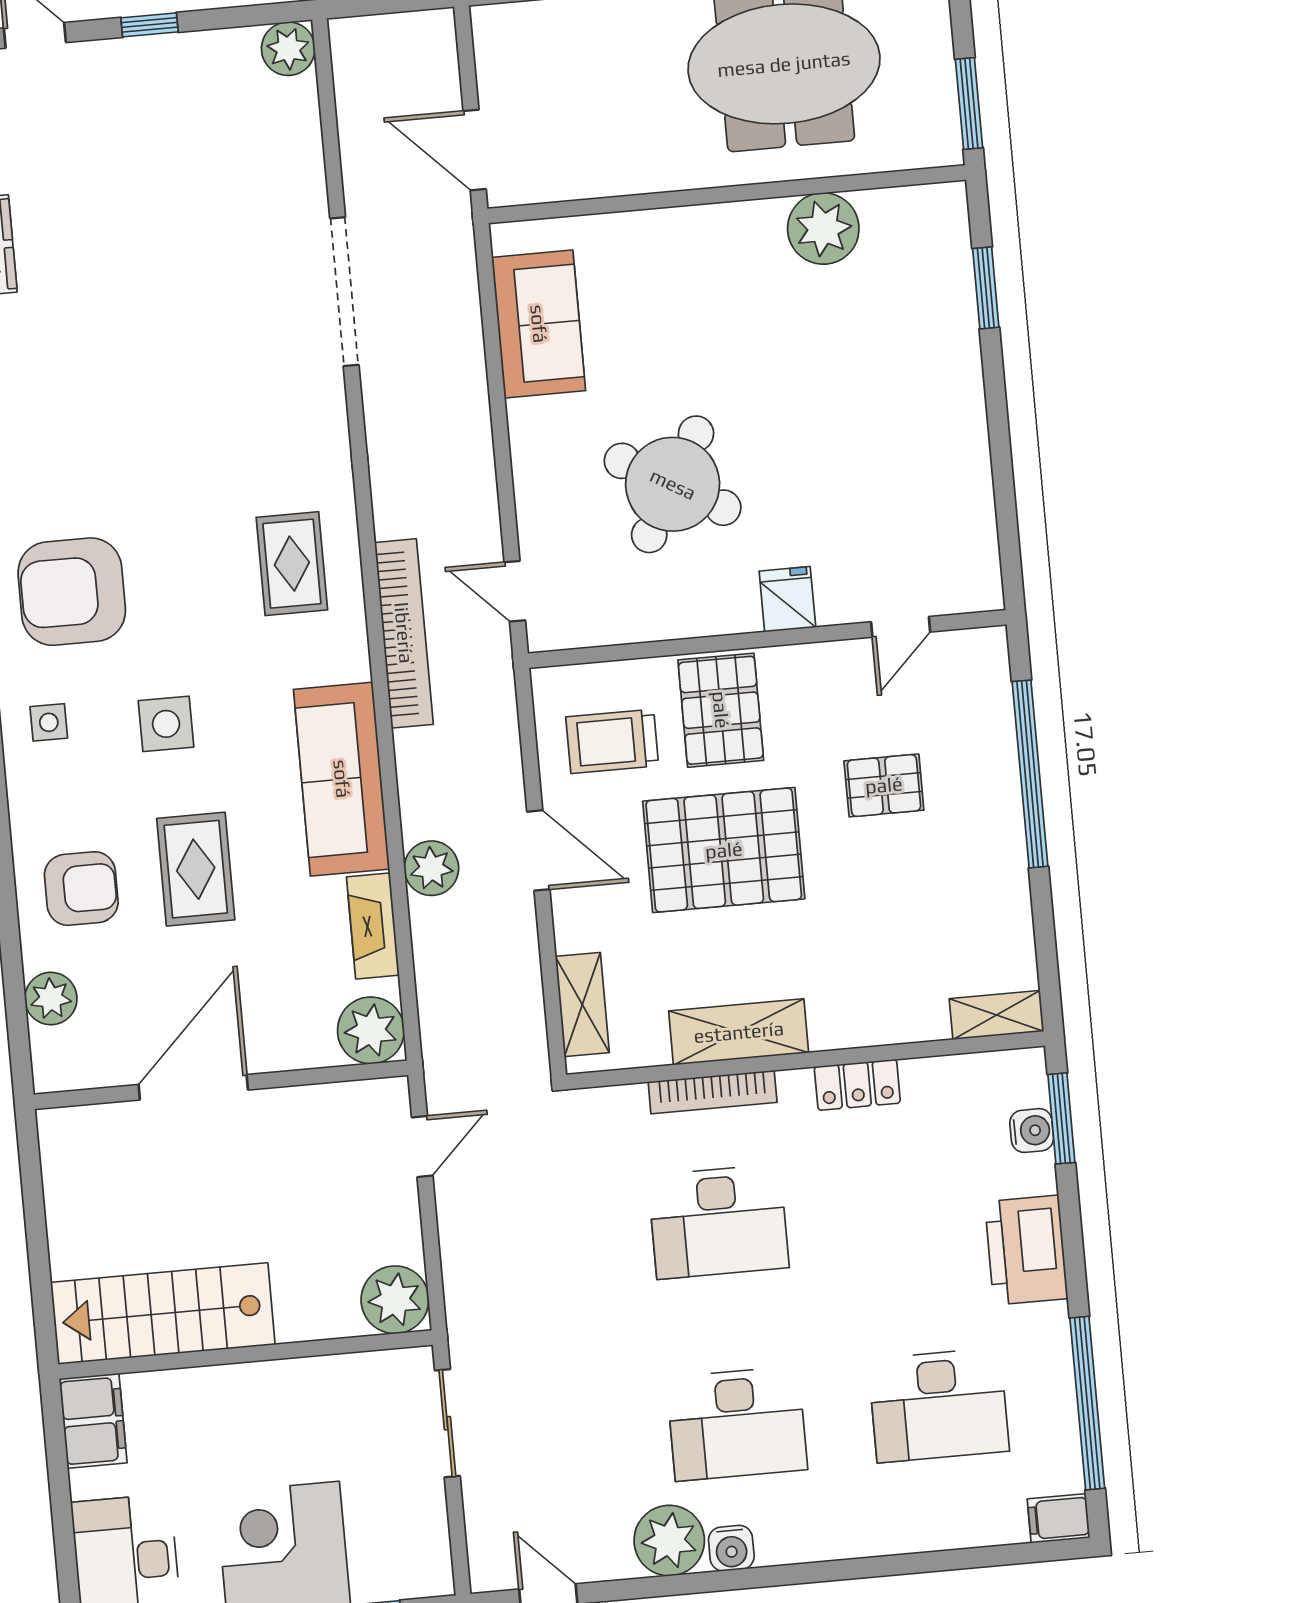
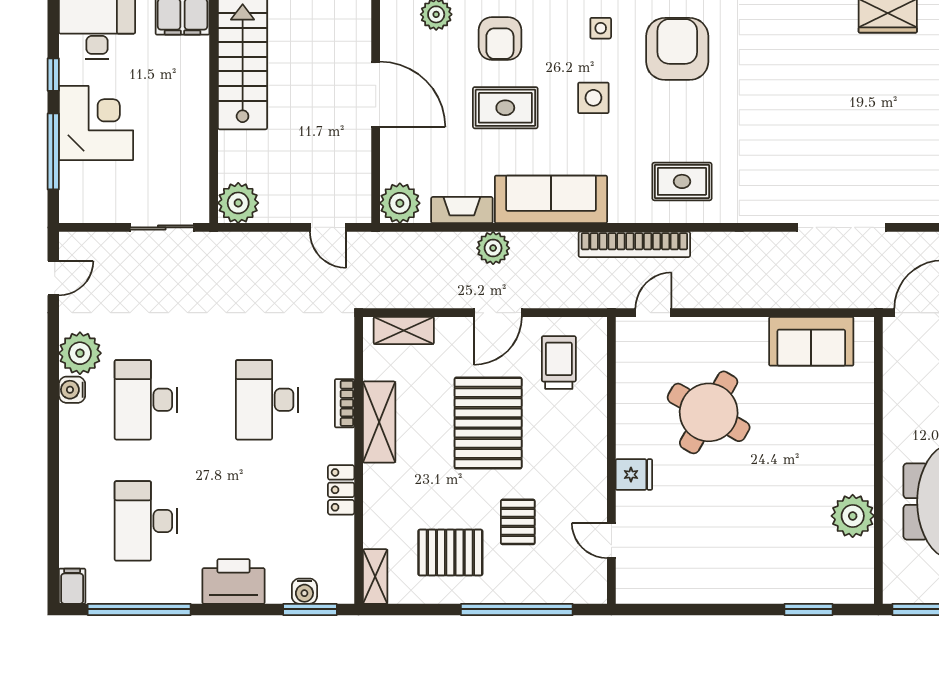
pallet: (721, 710) -> (450, 553), moved
bookcase: (713, 1092) -> (345, 403), width x0.64

